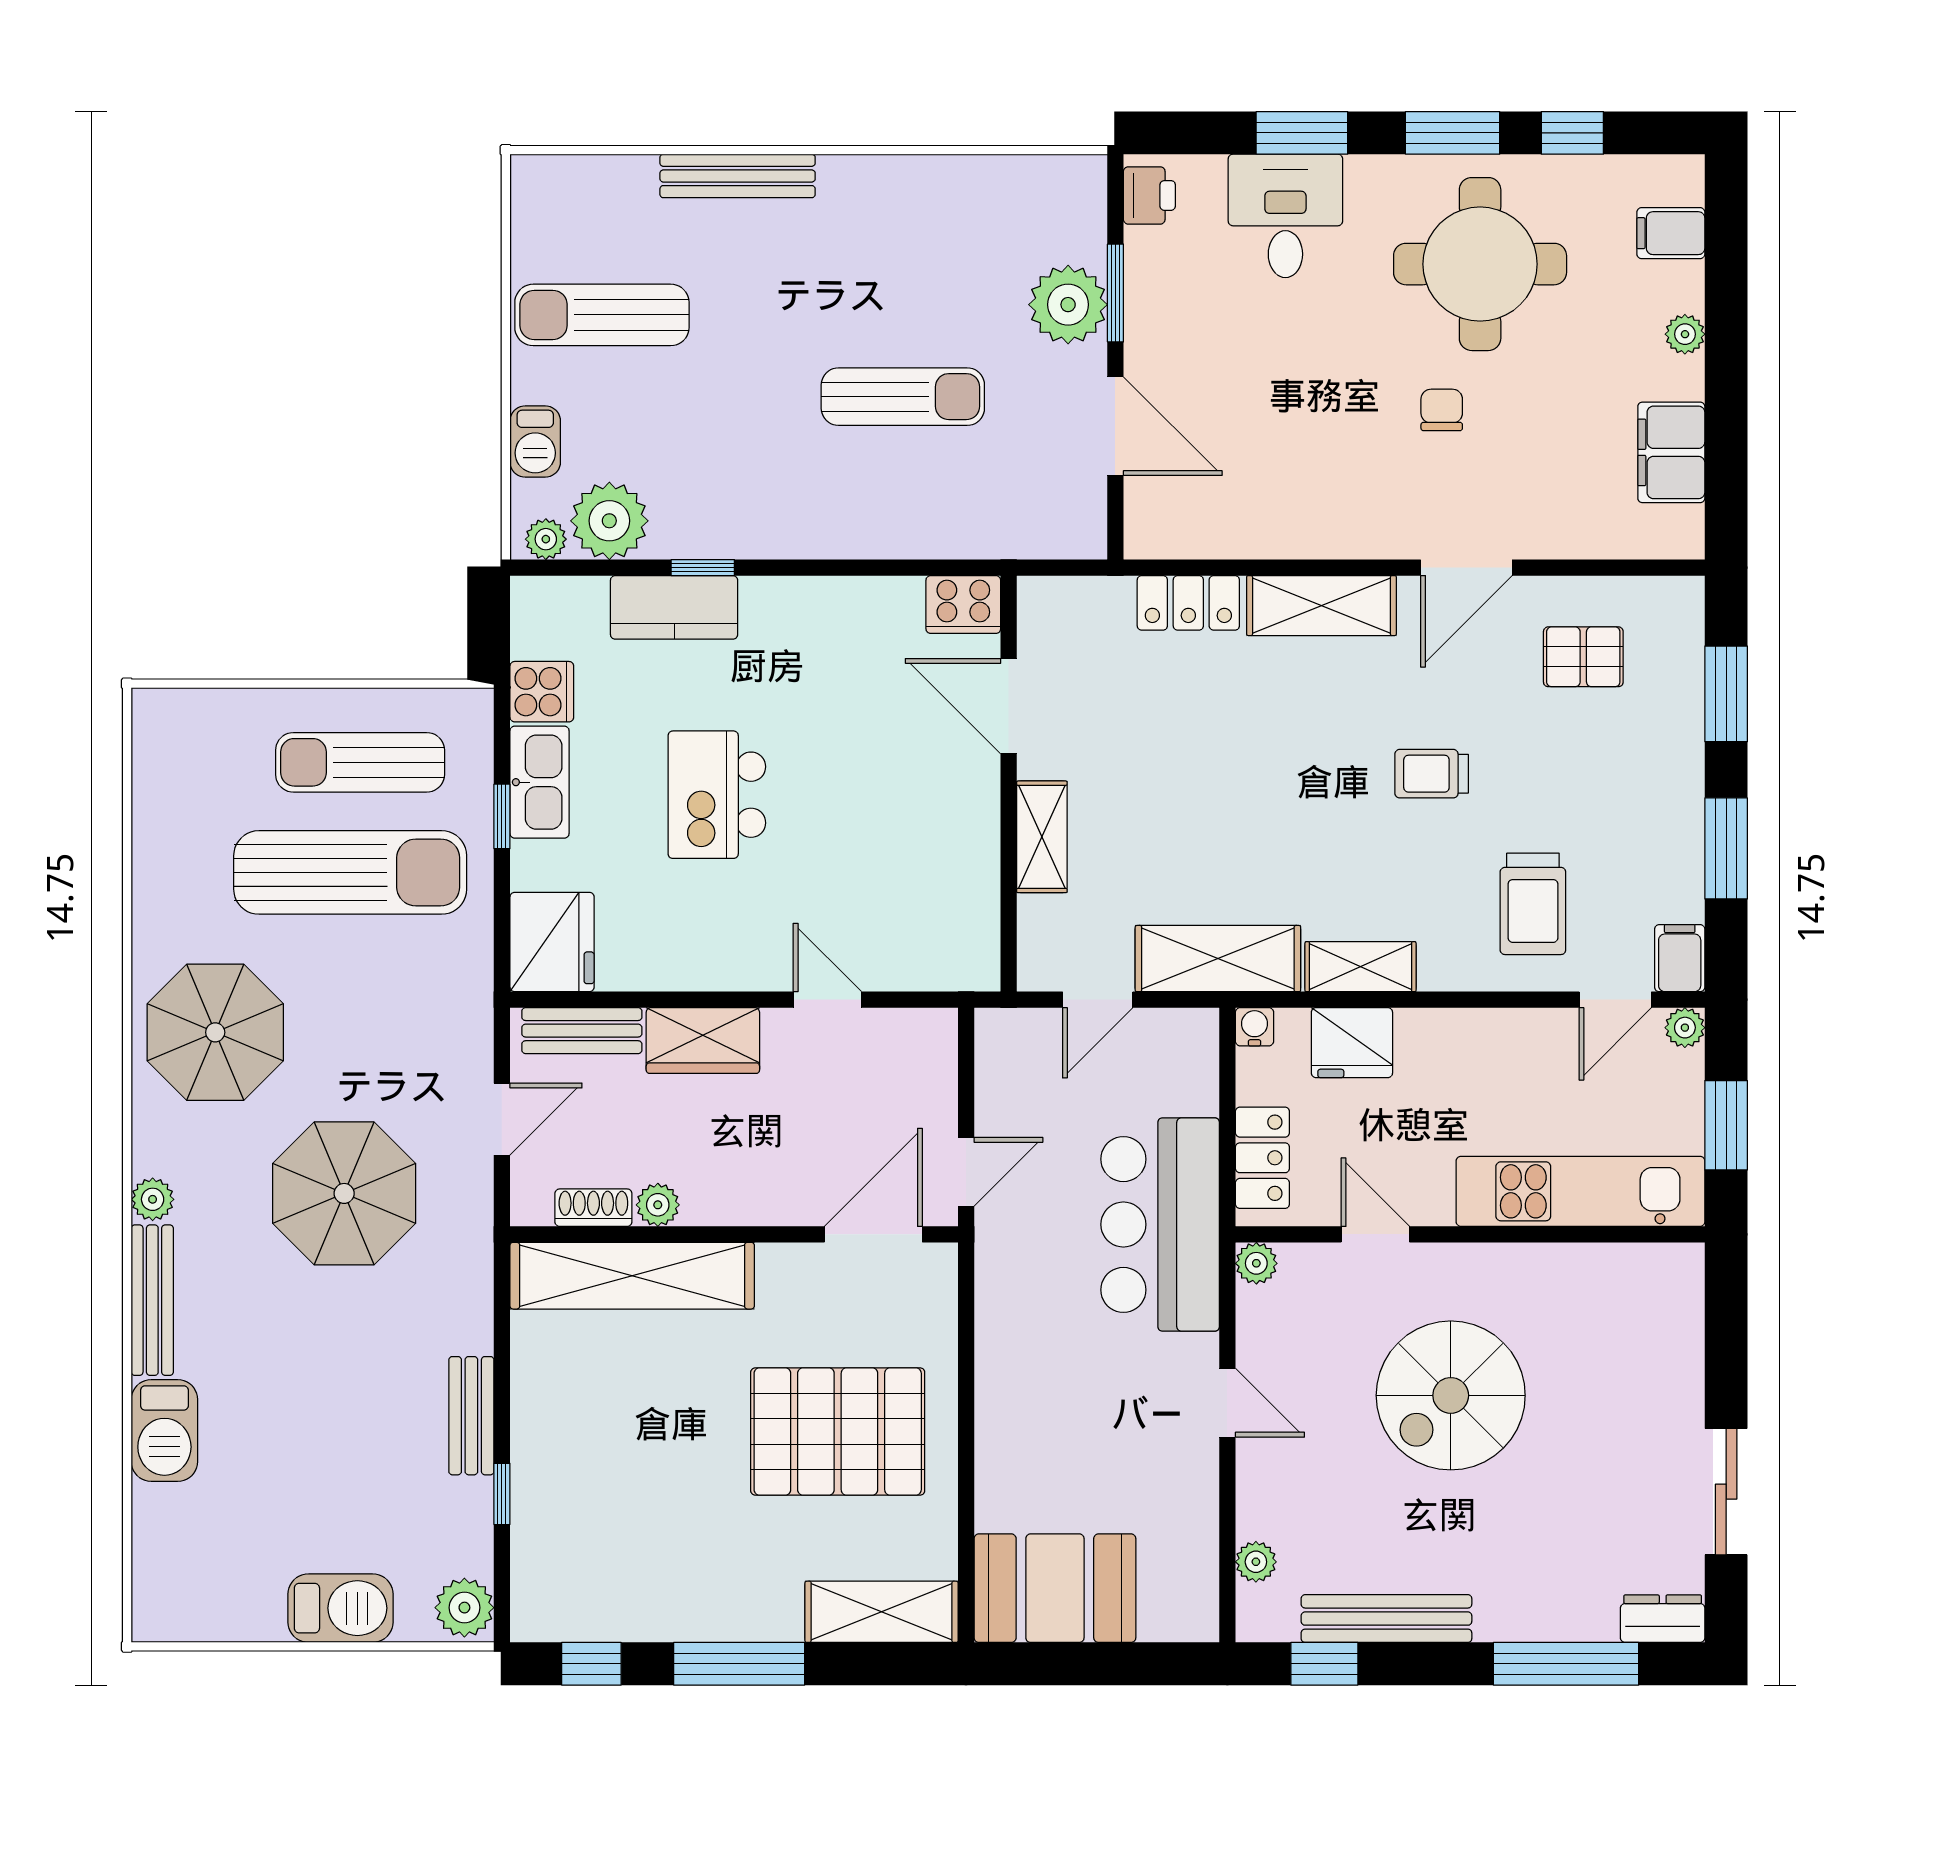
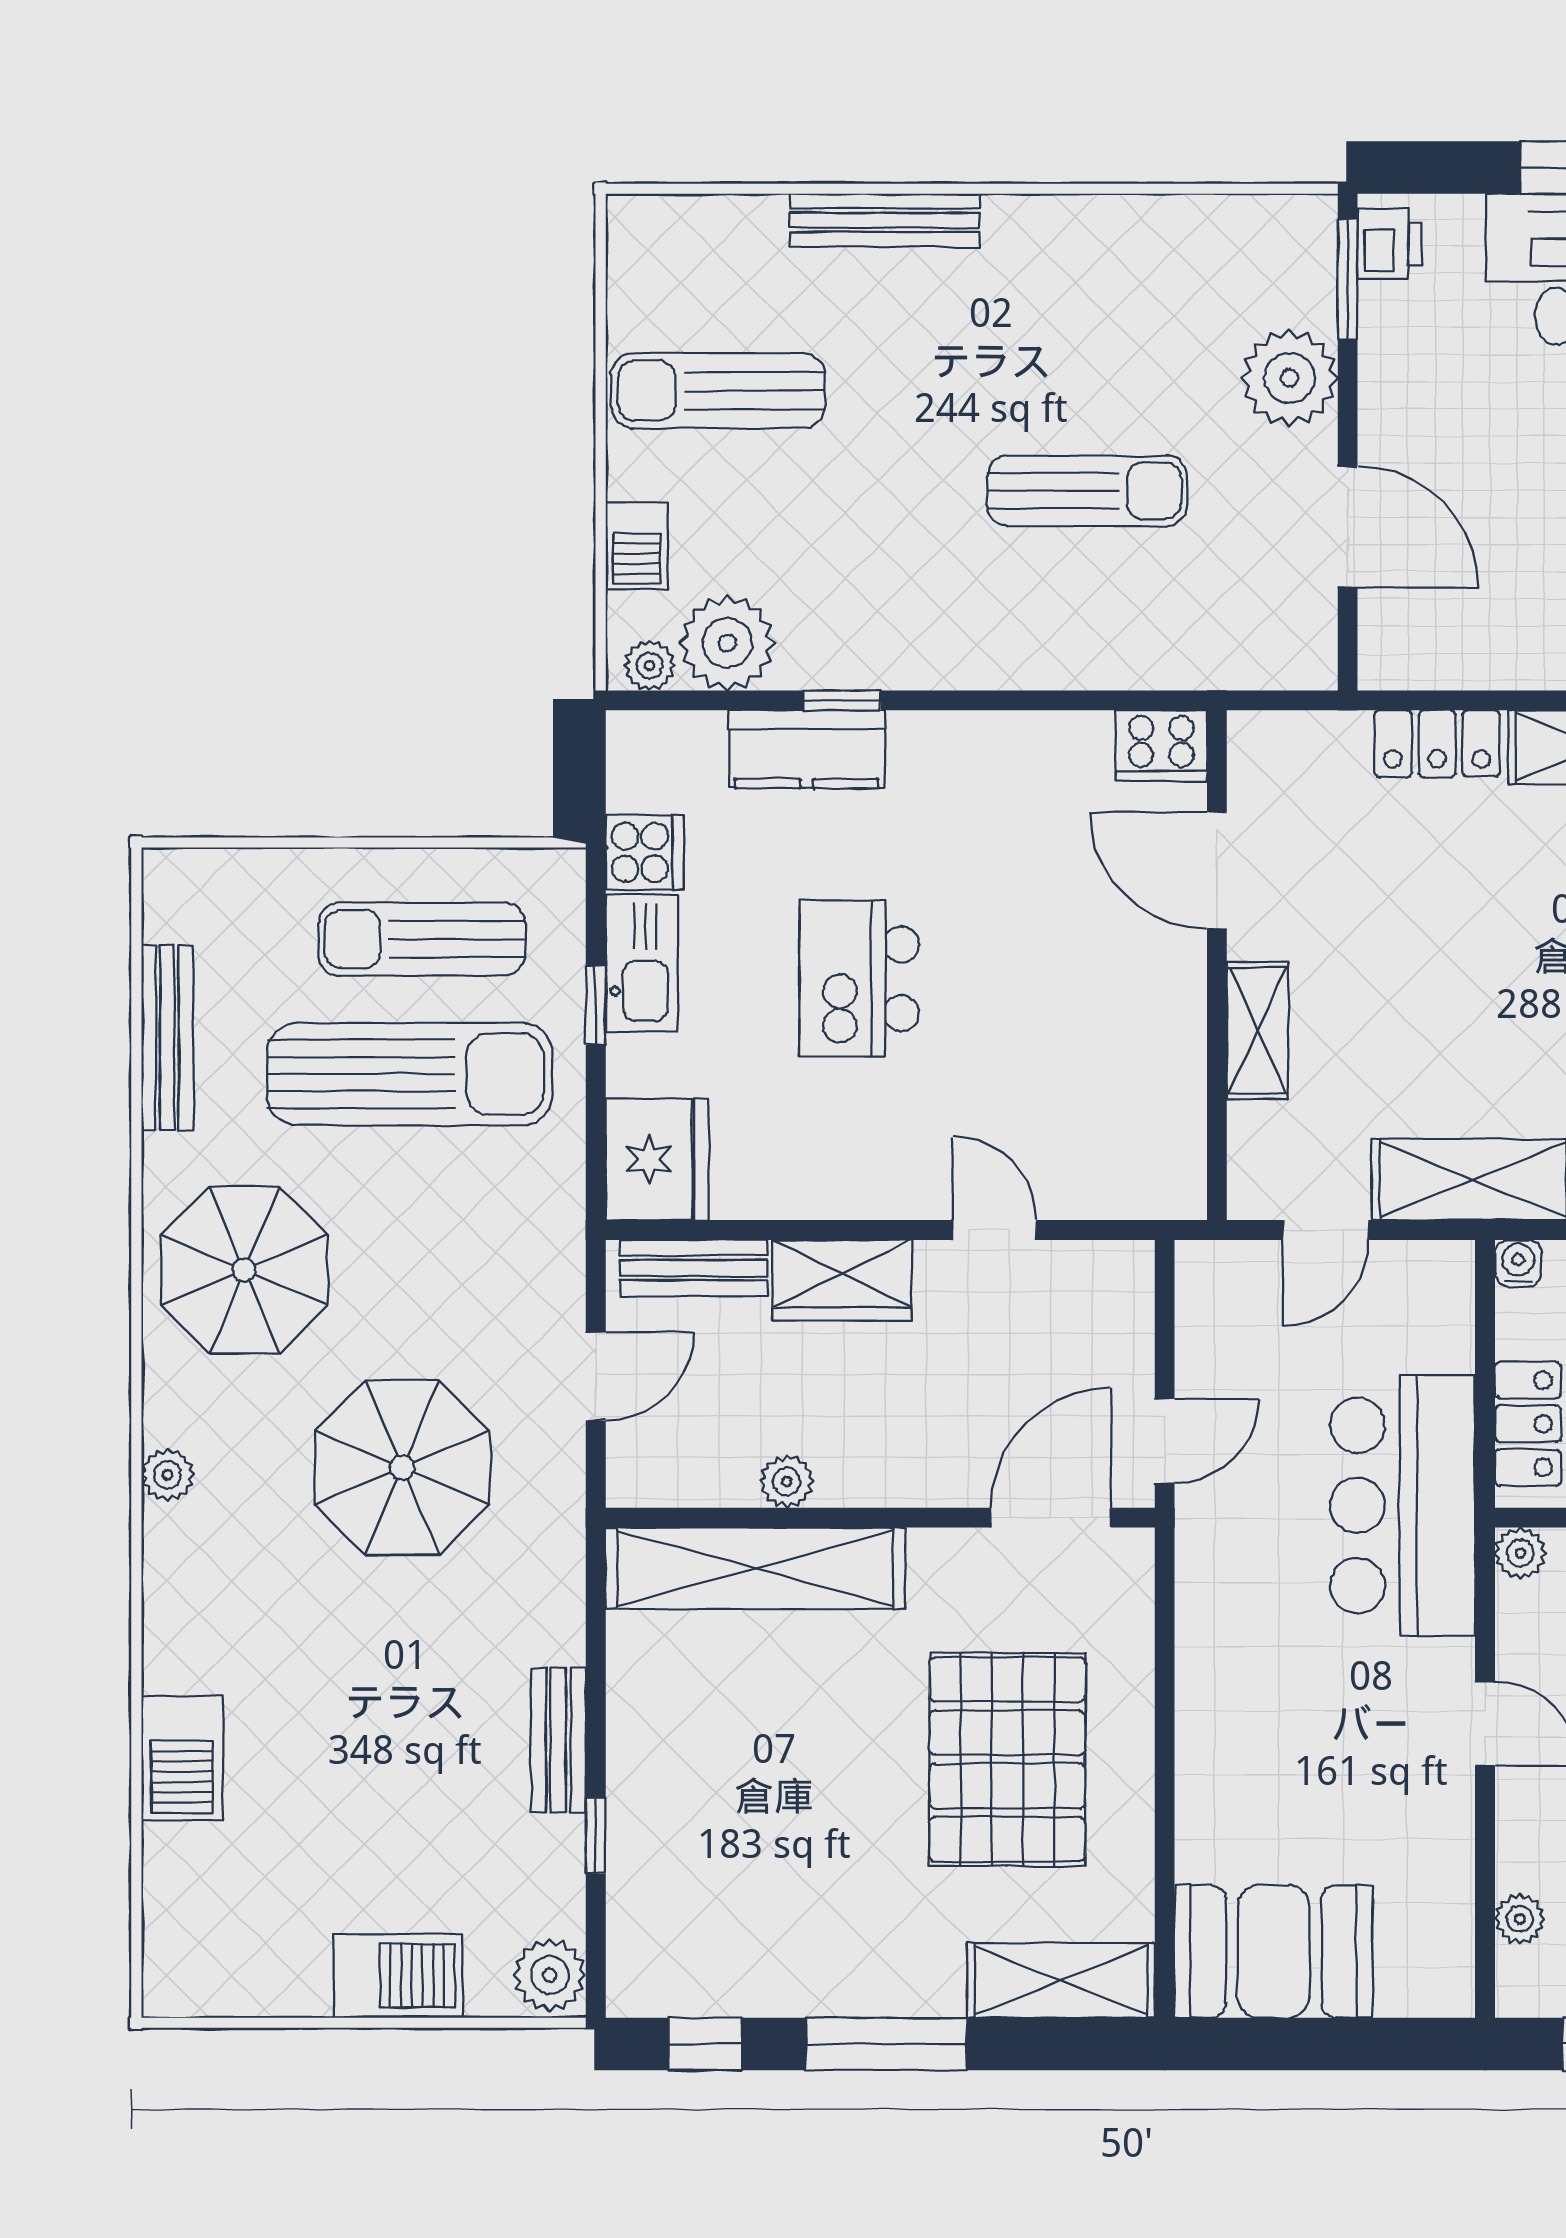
window: (1115, 293) -> (1348, 279), moved
shoe rack: (593, 1208) -> (708, 1485), removed
bench: (152, 1300) -> (167, 1038), moved
pallet: (838, 1432) -> (1007, 1759), turned 90

